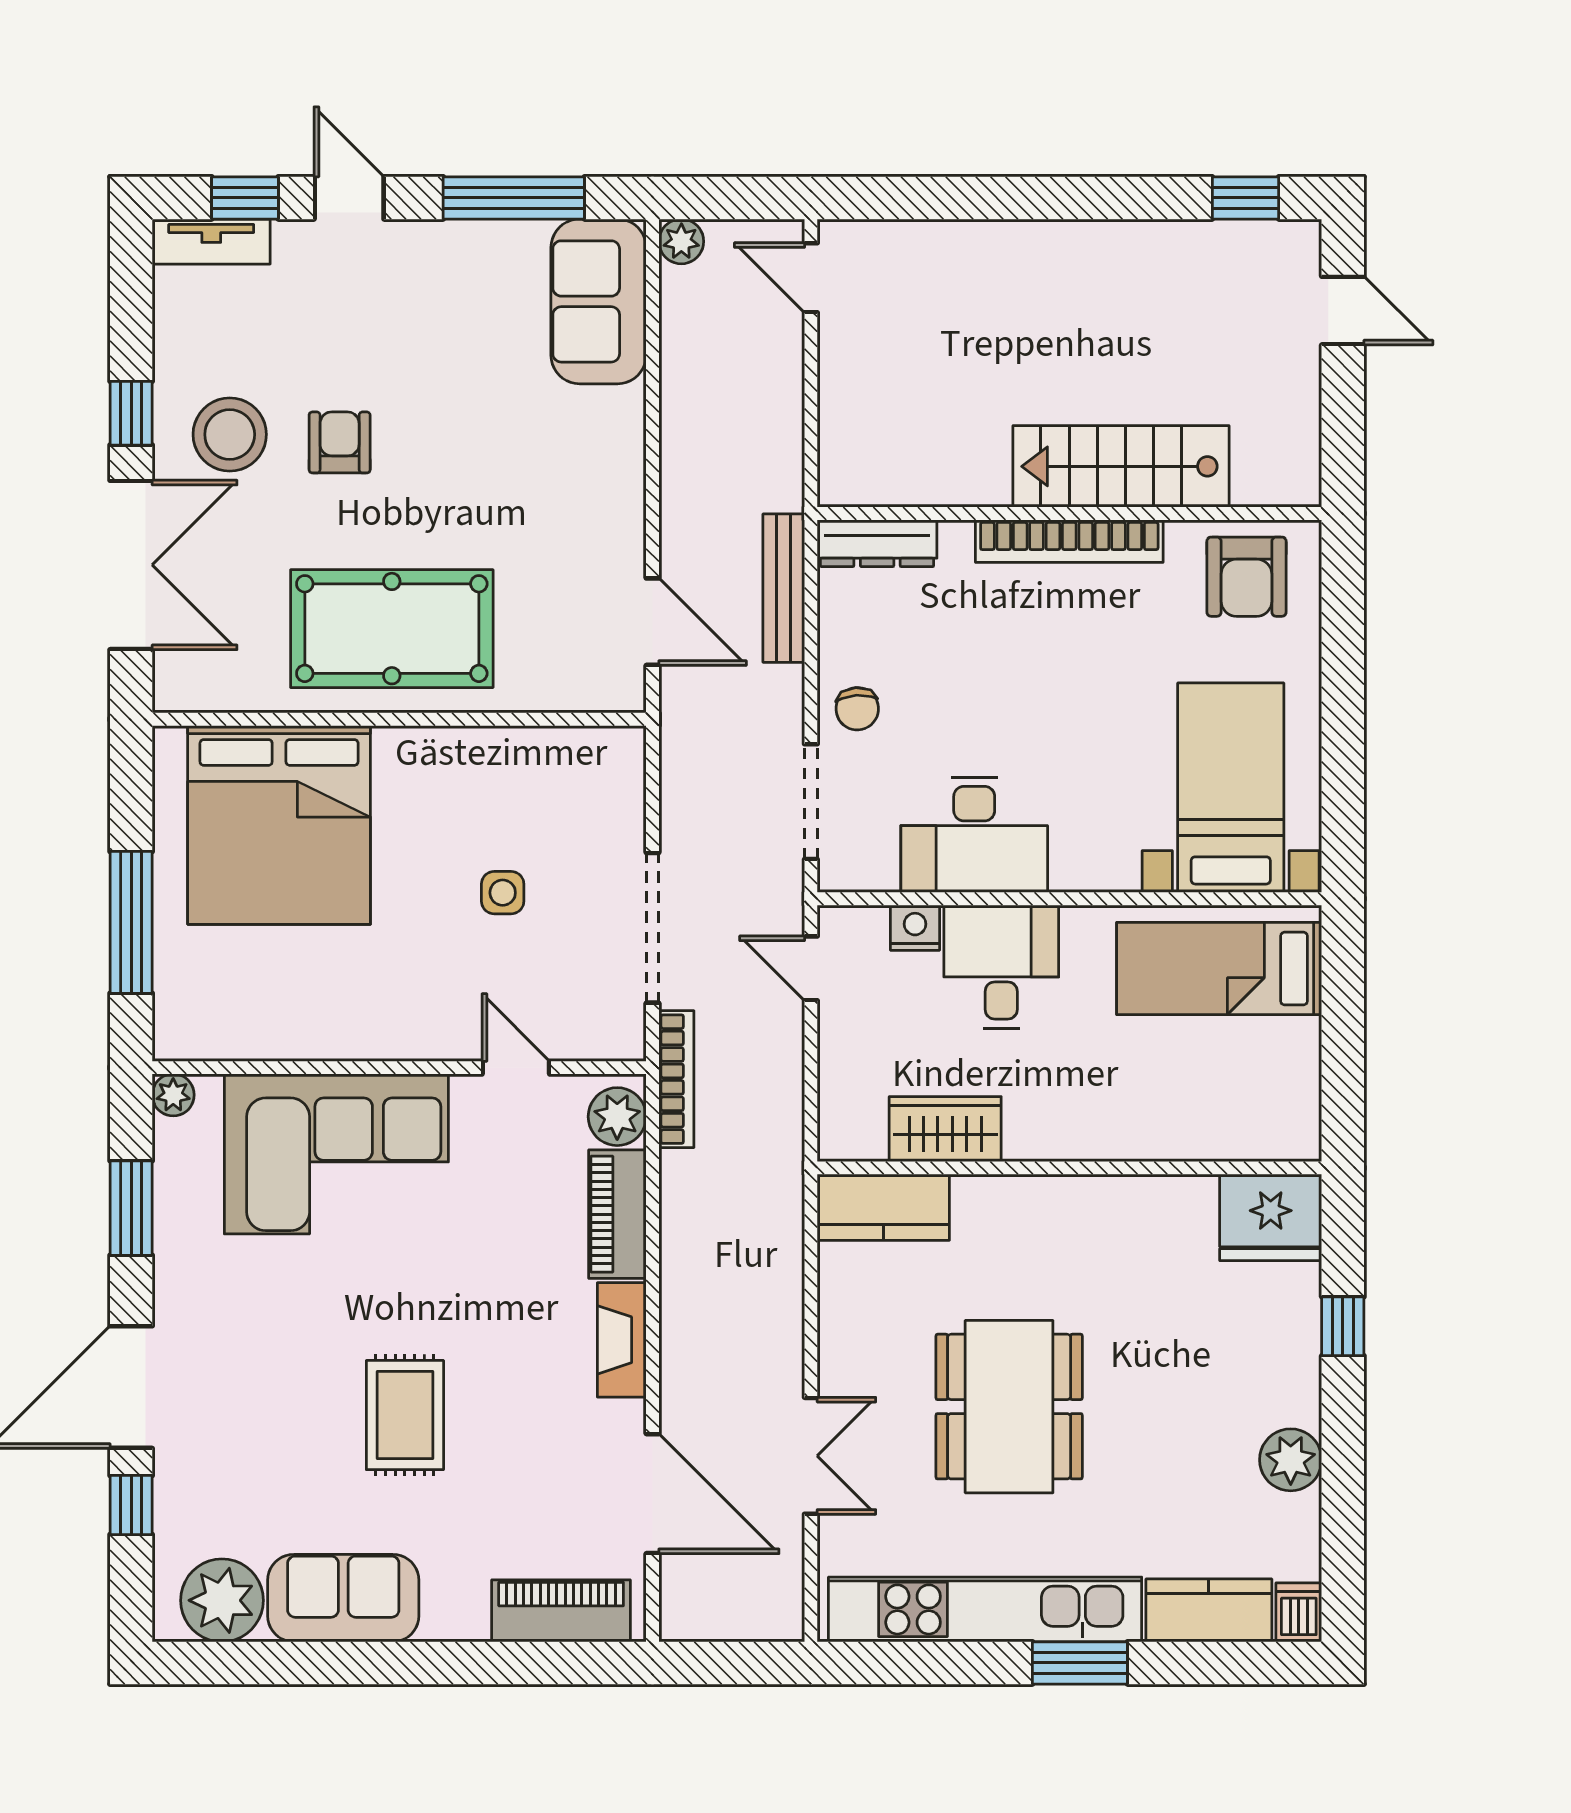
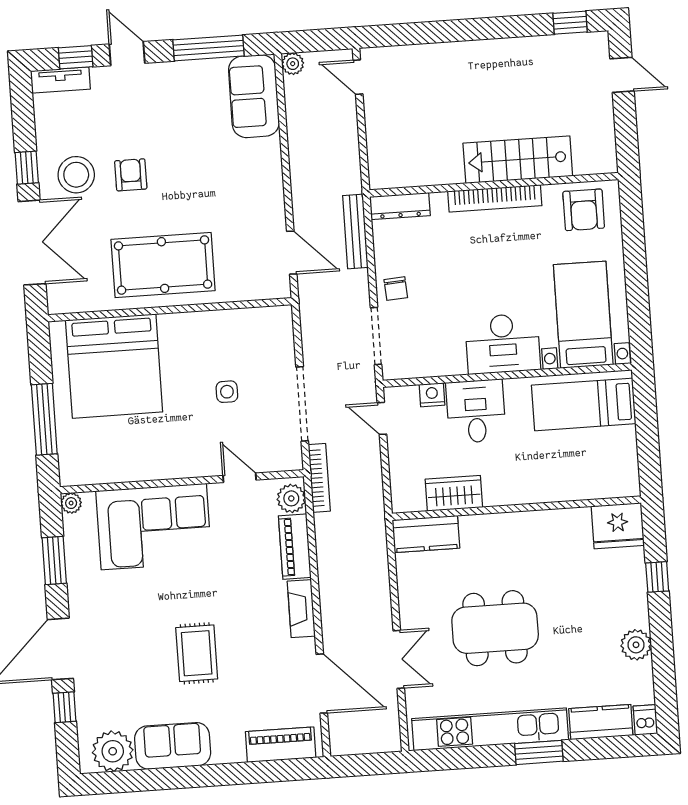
desk: (974, 835) -> (503, 344), moved
dining table: (1009, 1407) -> (495, 628), turned 90

